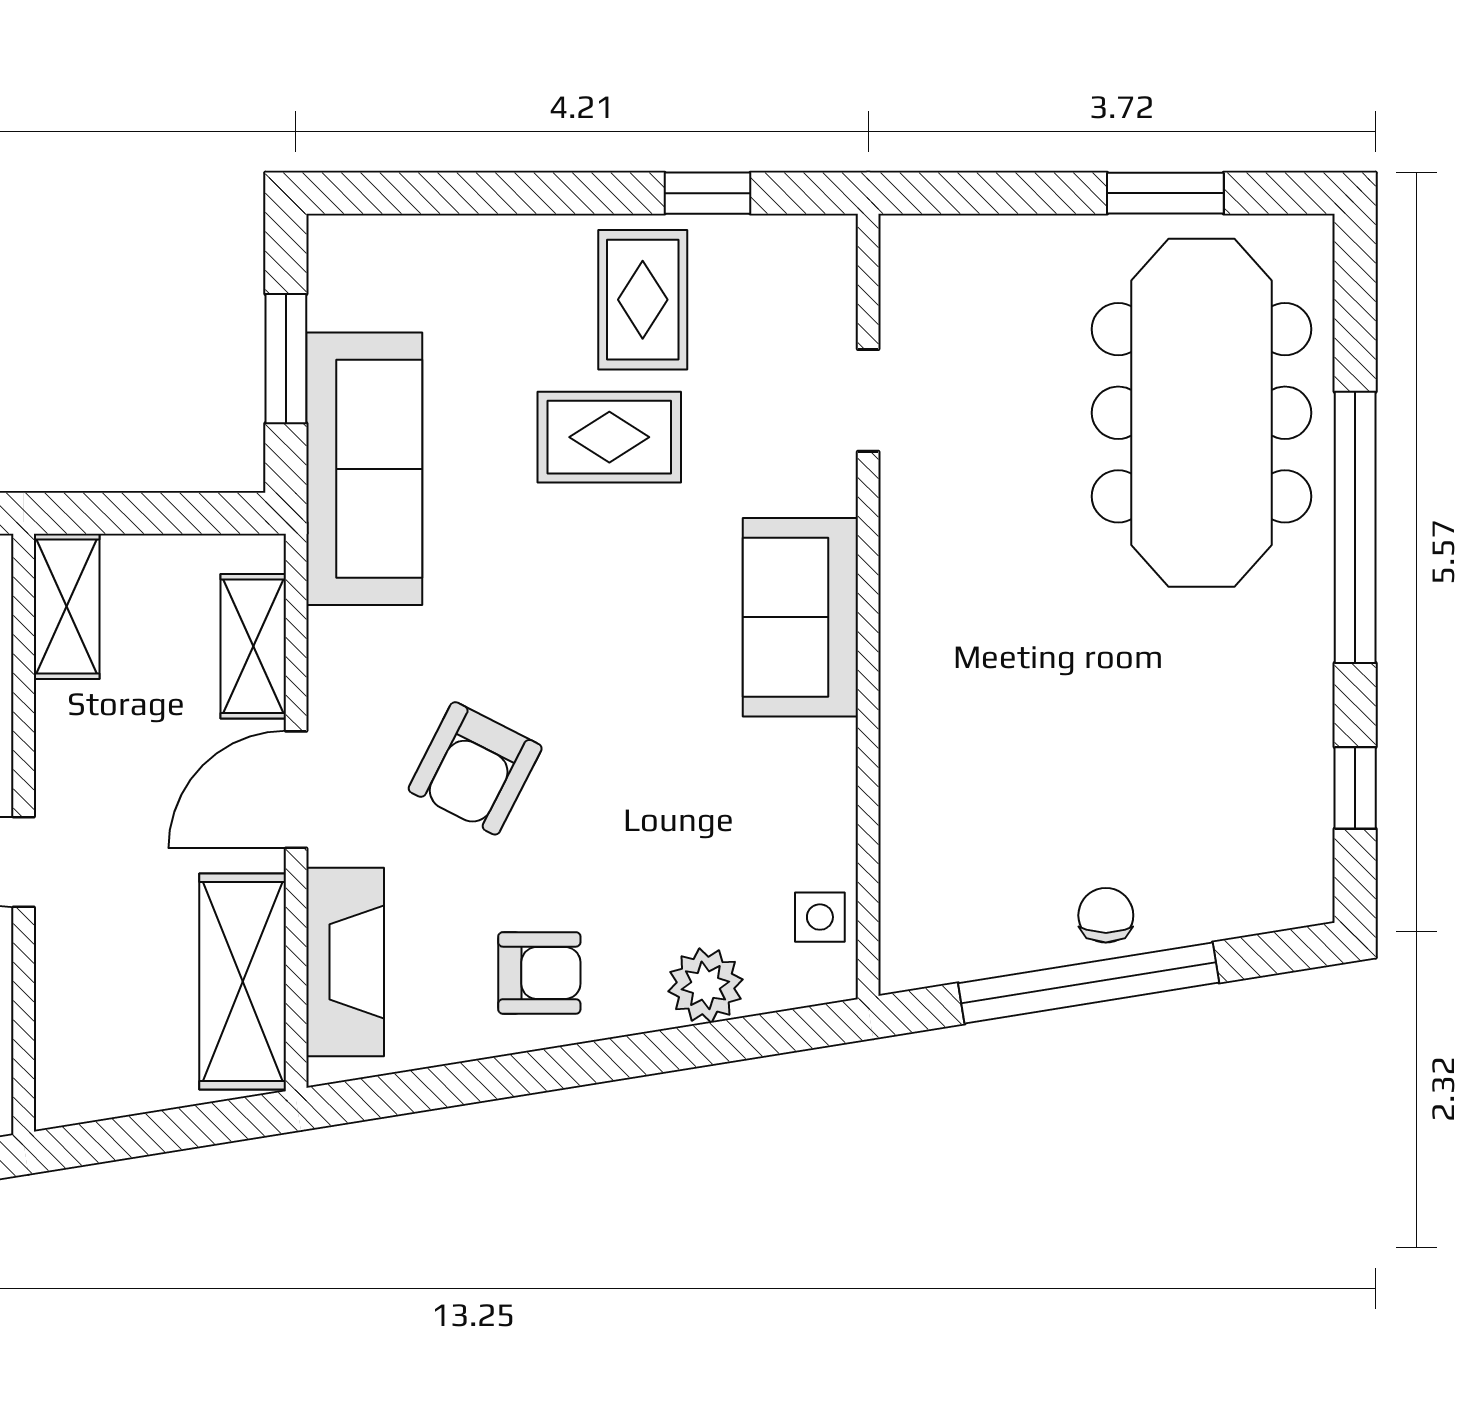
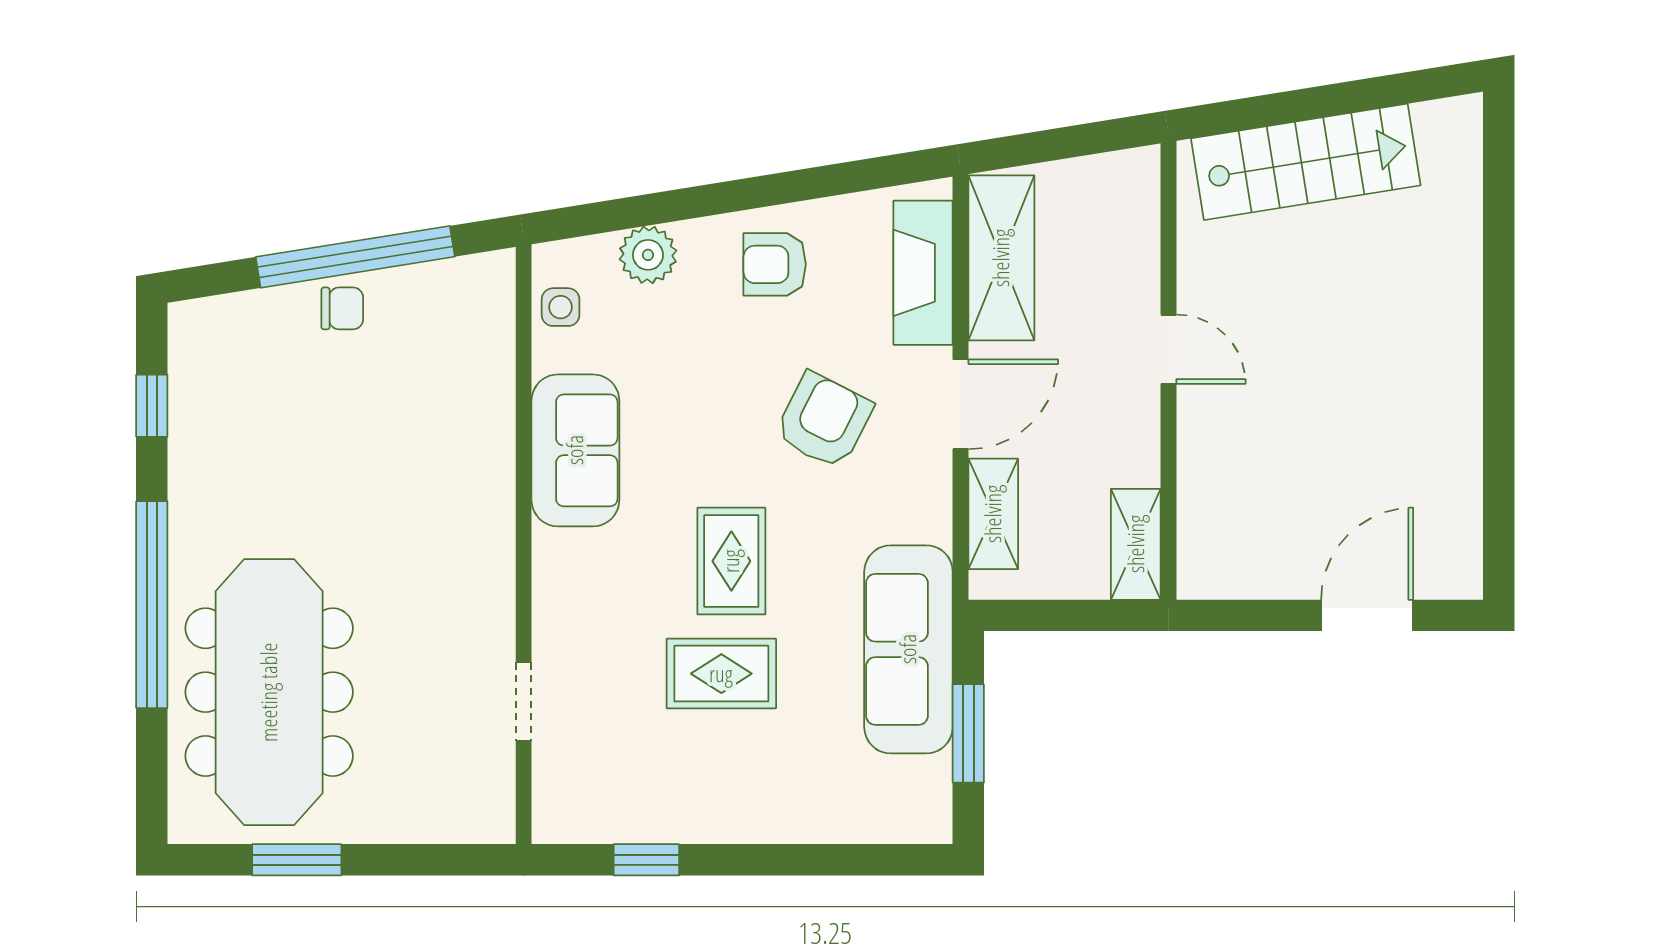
rug: (643, 300) -> (731, 561), moved
sofa: (800, 617) -> (575, 450), moved
chair: (1106, 915) -> (342, 308), turned -90

